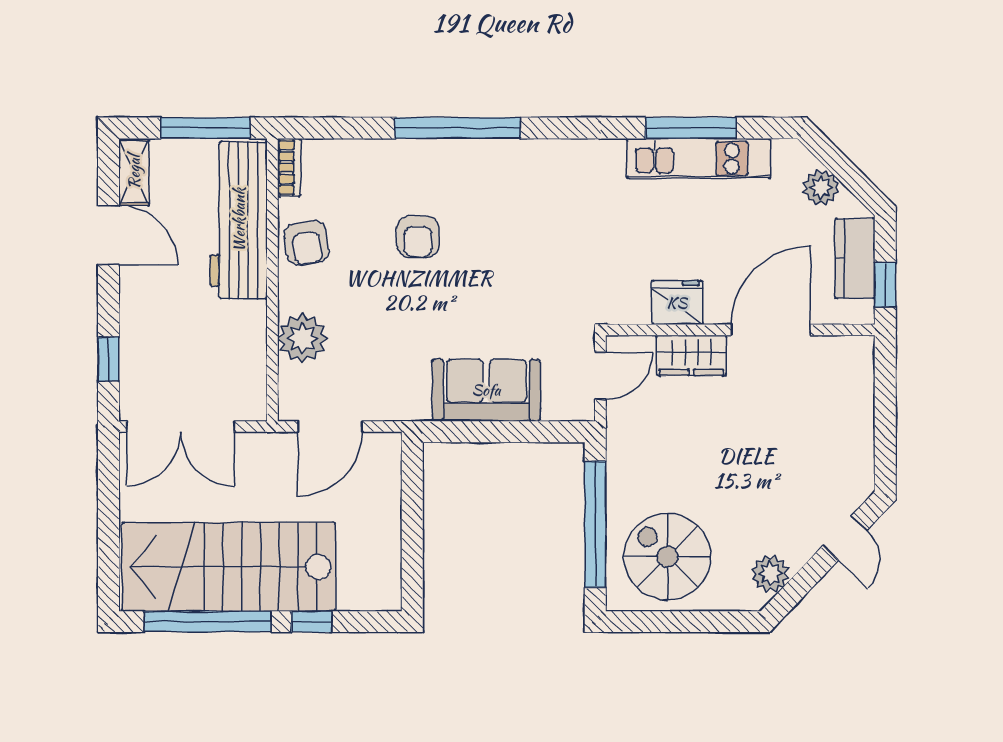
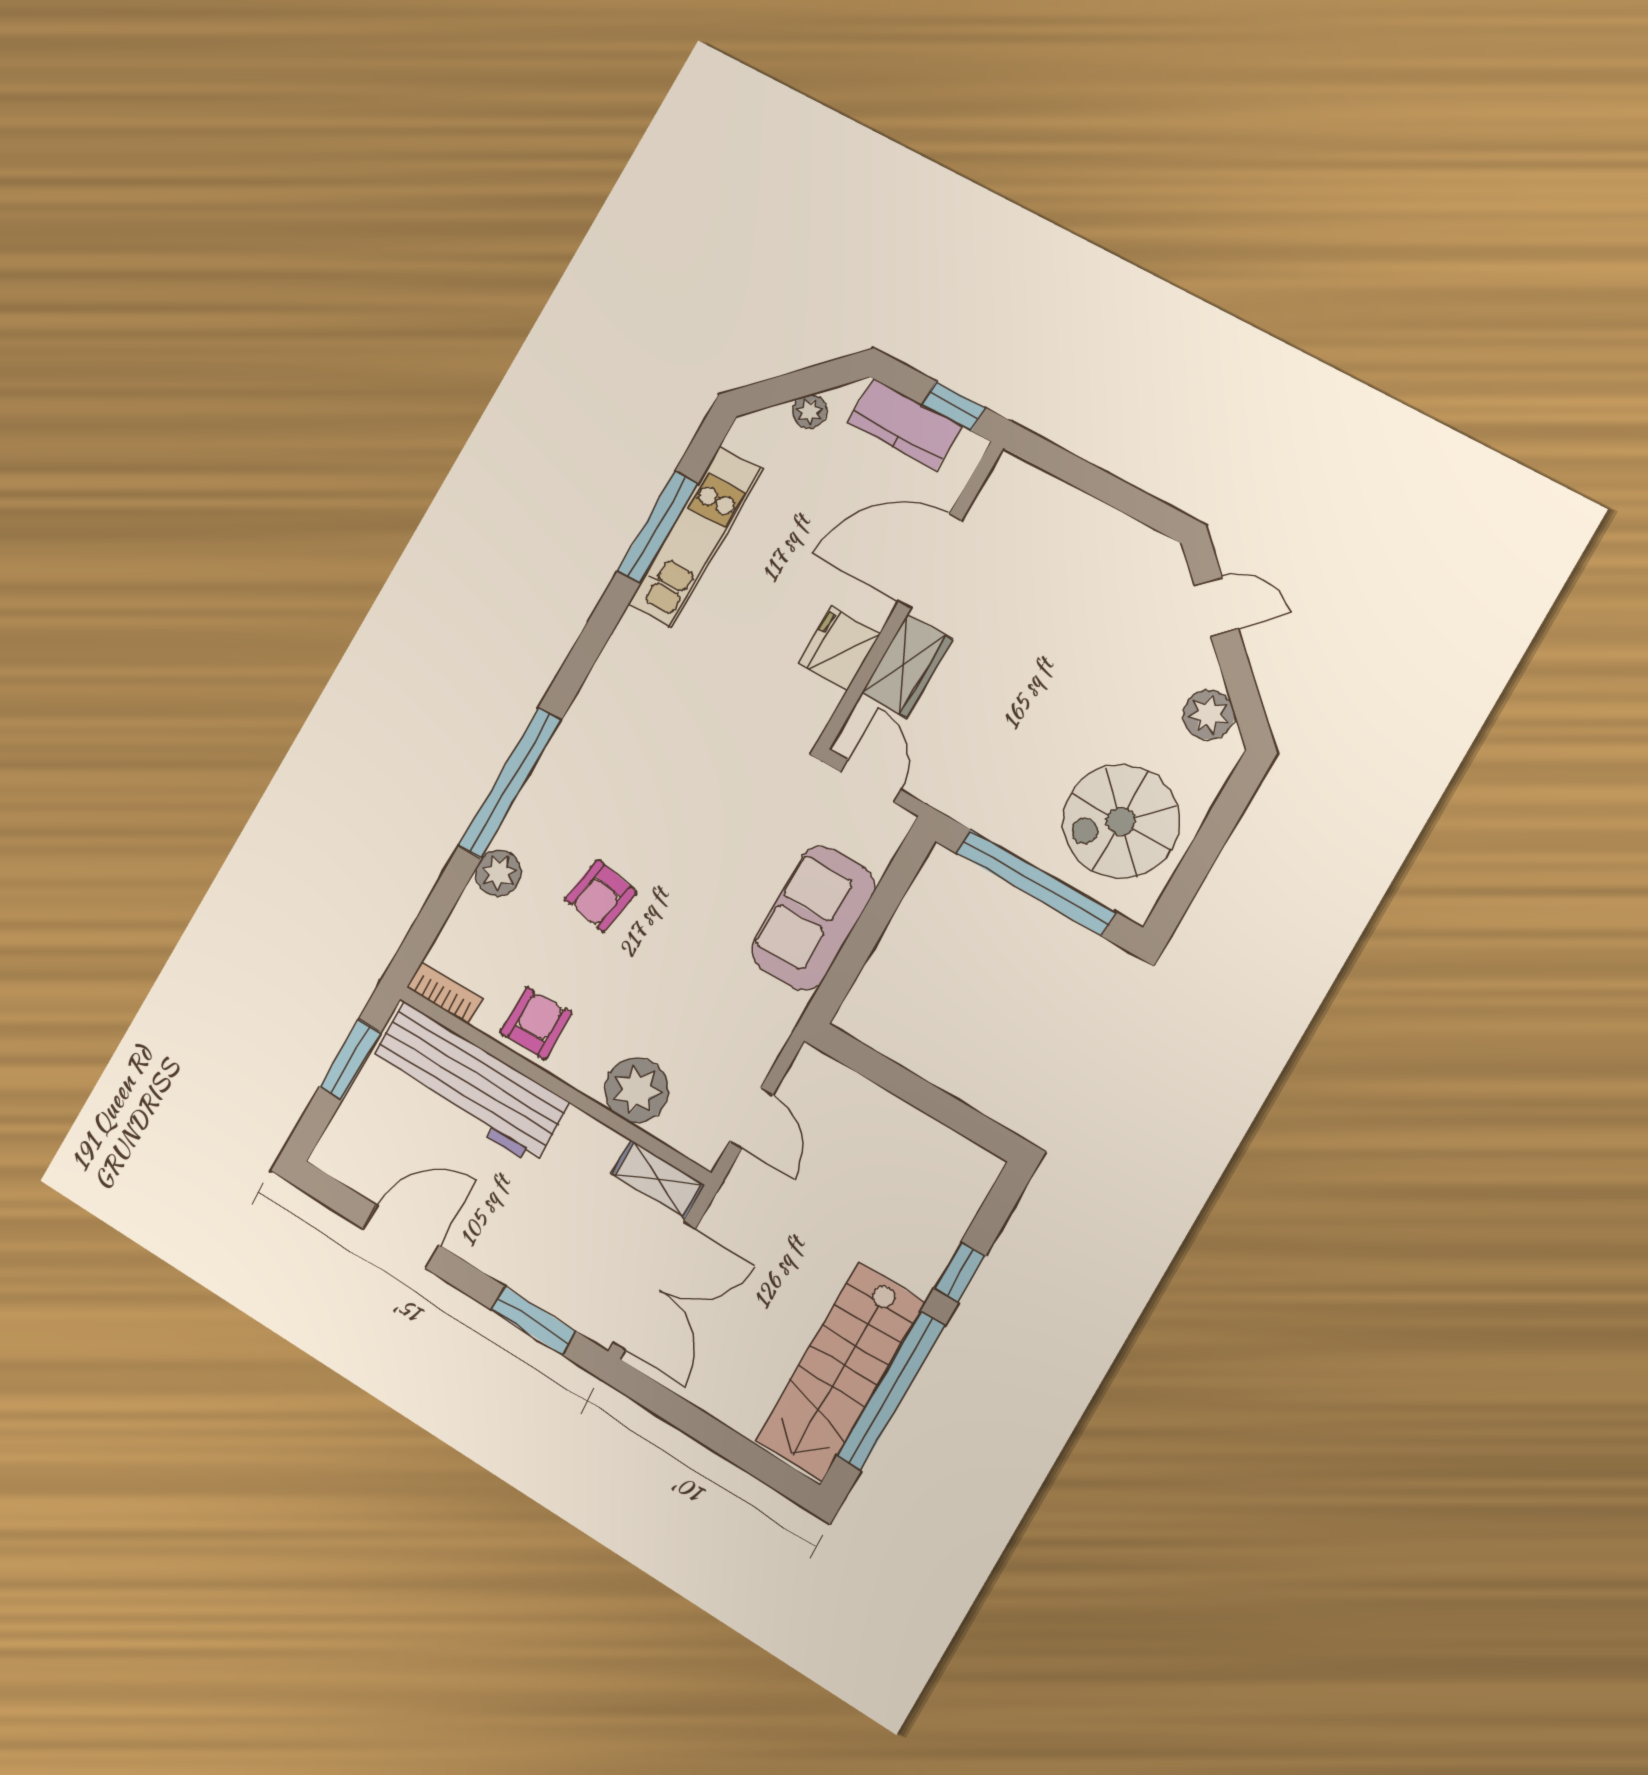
window: (205, 128) -> (350, 1060), width x0.69
plant: (392, 156) -> (499, 873), added
shelving: (134, 172) -> (658, 1179), moved
plant: (821, 187) -> (809, 412), width x0.73, depth x0.73
armchair: (418, 237) -> (601, 896), turned 100
armchair: (306, 243) -> (536, 1023), turned -81
door: (771, 330) -> (930, 561), hinge flipped
window: (108, 359) -> (534, 1321), width x1.50
door: (330, 427) -> (751, 1118), width x0.73
stairs: (229, 567) -> (840, 1371), width x0.73, depth x0.66

